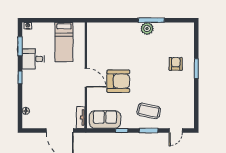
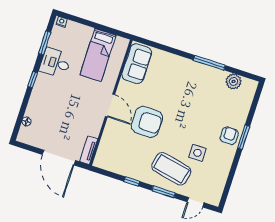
plant: (147, 28) -> (234, 81), moved
armchair: (176, 64) -> (229, 136), moved
side table: (165, 92) -> (198, 153), added
coffee table: (149, 111) -> (171, 169), width x1.36, depth x1.32
sofa: (105, 119) -> (137, 64), moved, turned 90

